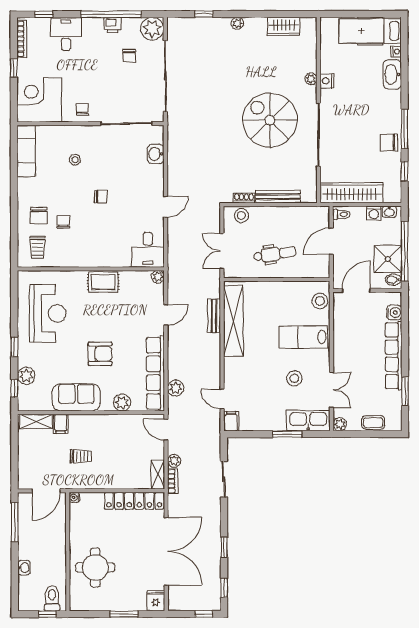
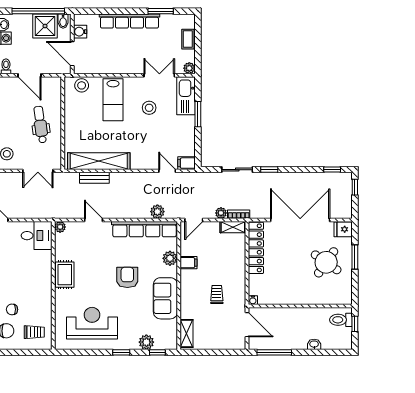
water cooler: (394, 313) -> (80, 32), moved, turned -90
door: (222, 399) -> (167, 171), swing flipped
filing cabinet: (61, 424) -> (188, 263), moved
window: (224, 547) -> (269, 170), moved
round table: (95, 567) -> (326, 262), moved, turned 35

